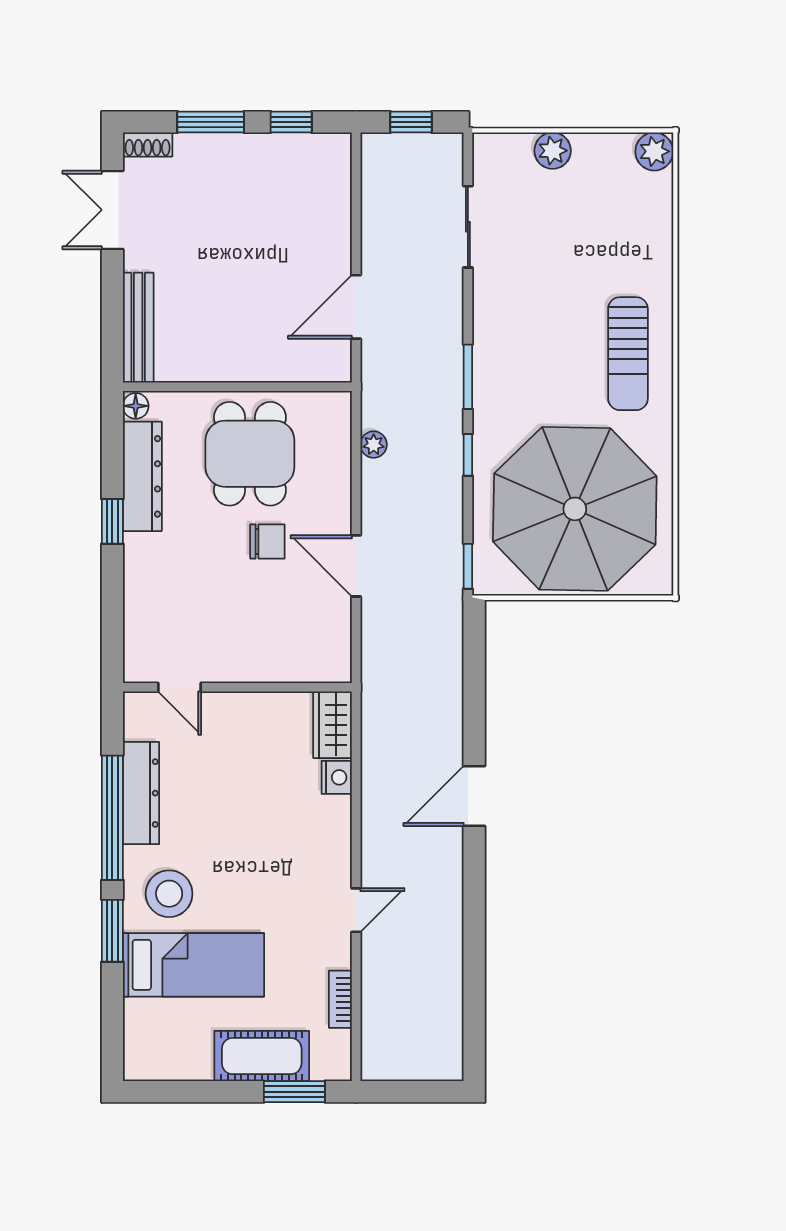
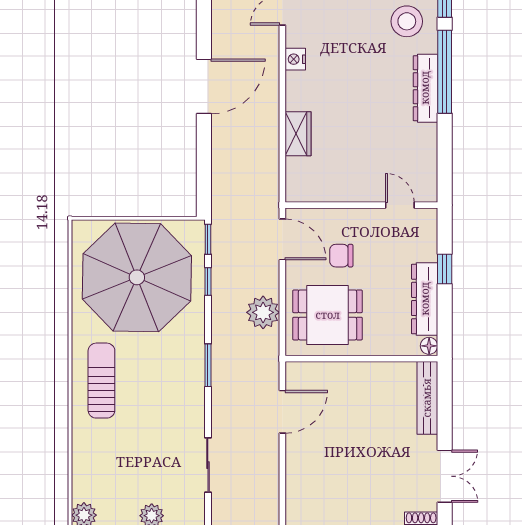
plant: (374, 445) -> (263, 312), width x1.88, depth x1.88
dining table: (250, 454) -> (328, 315), moved, turned 90
window: (468, 455) -> (208, 282), moved
door: (179, 687) -> (400, 205), moved
wall: (237, 687) -> (361, 205), moved
nightstand: (337, 777) -> (295, 59), moved
door: (474, 796) -> (204, 86), width x1.36

